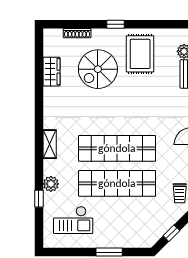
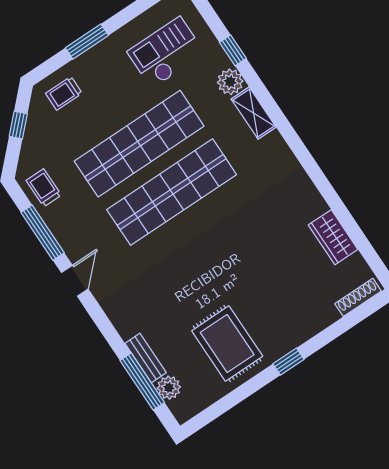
shoe rack: (77, 33) -> (358, 297), moved
spiral stairs: (98, 69) -> (271, 284), removed
shelving: (50, 144) -> (254, 113), moved
trolley: (138, 234) -> (64, 93), added

